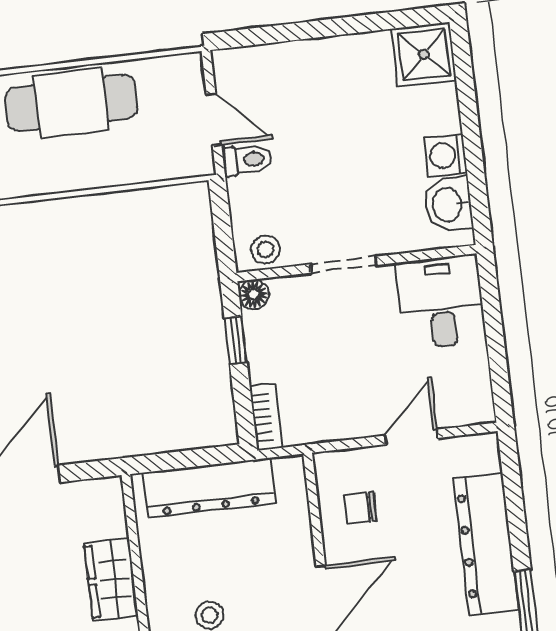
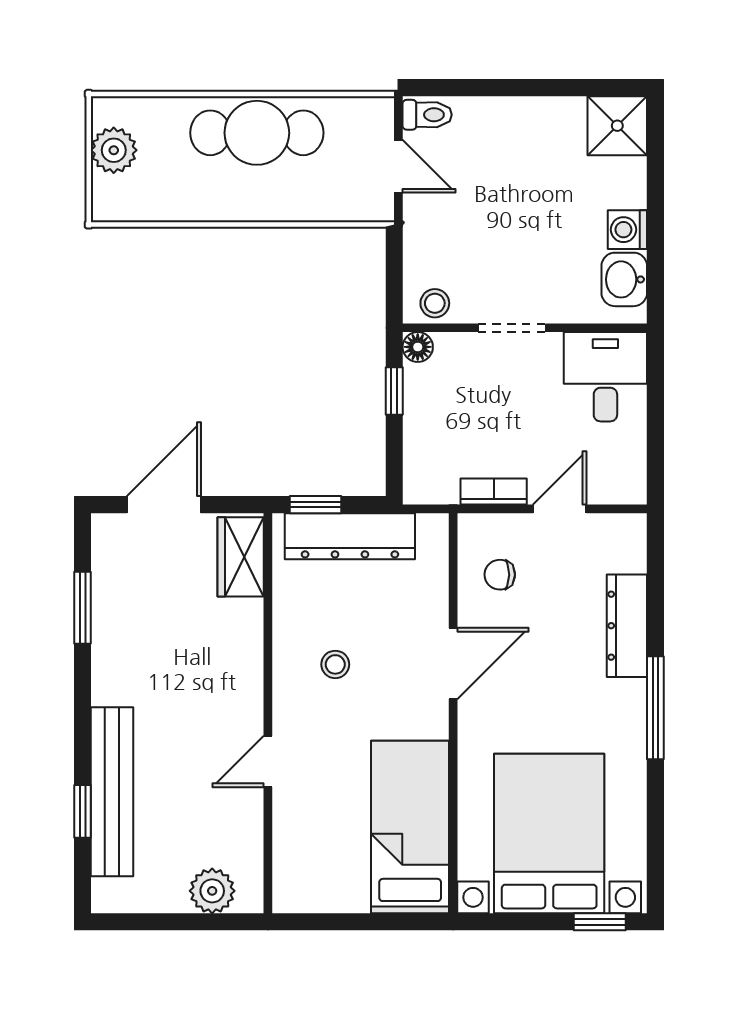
toilet: (247, 160) -> (427, 115), moved
bookcase: (266, 417) -> (494, 491), moved, turned -90
window: (172, 461) -> (315, 505), added
dresser: (486, 544) -> (627, 626), width x0.73, depth x0.80
wardrobe: (111, 580) -> (241, 557), moved

